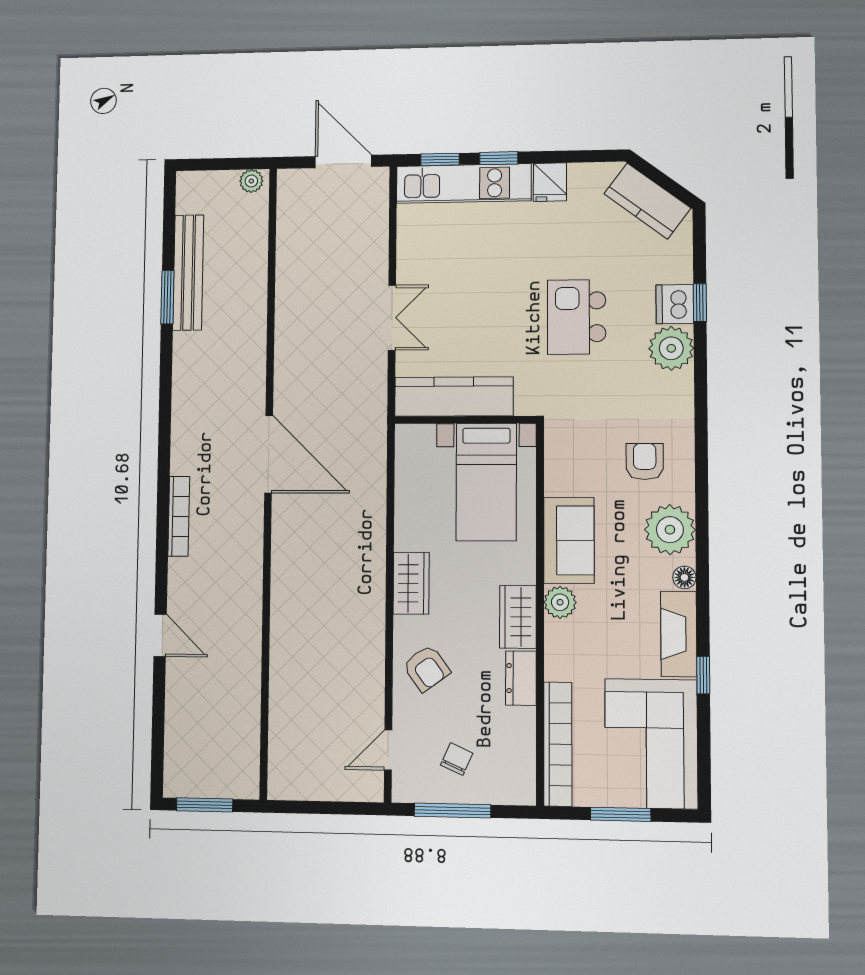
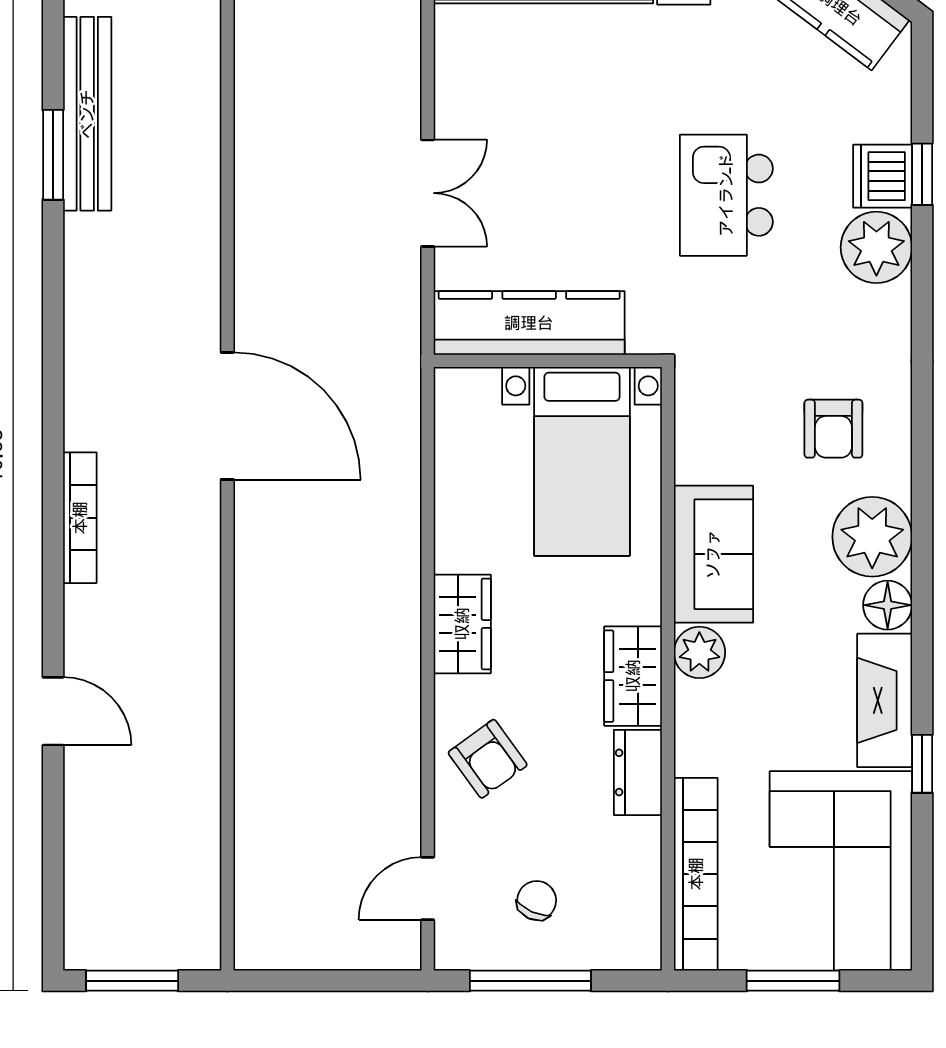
armchair: (645, 462) -> (833, 429), turned 180
floor lamp: (684, 577) -> (888, 605), width x1.37, depth x1.37

